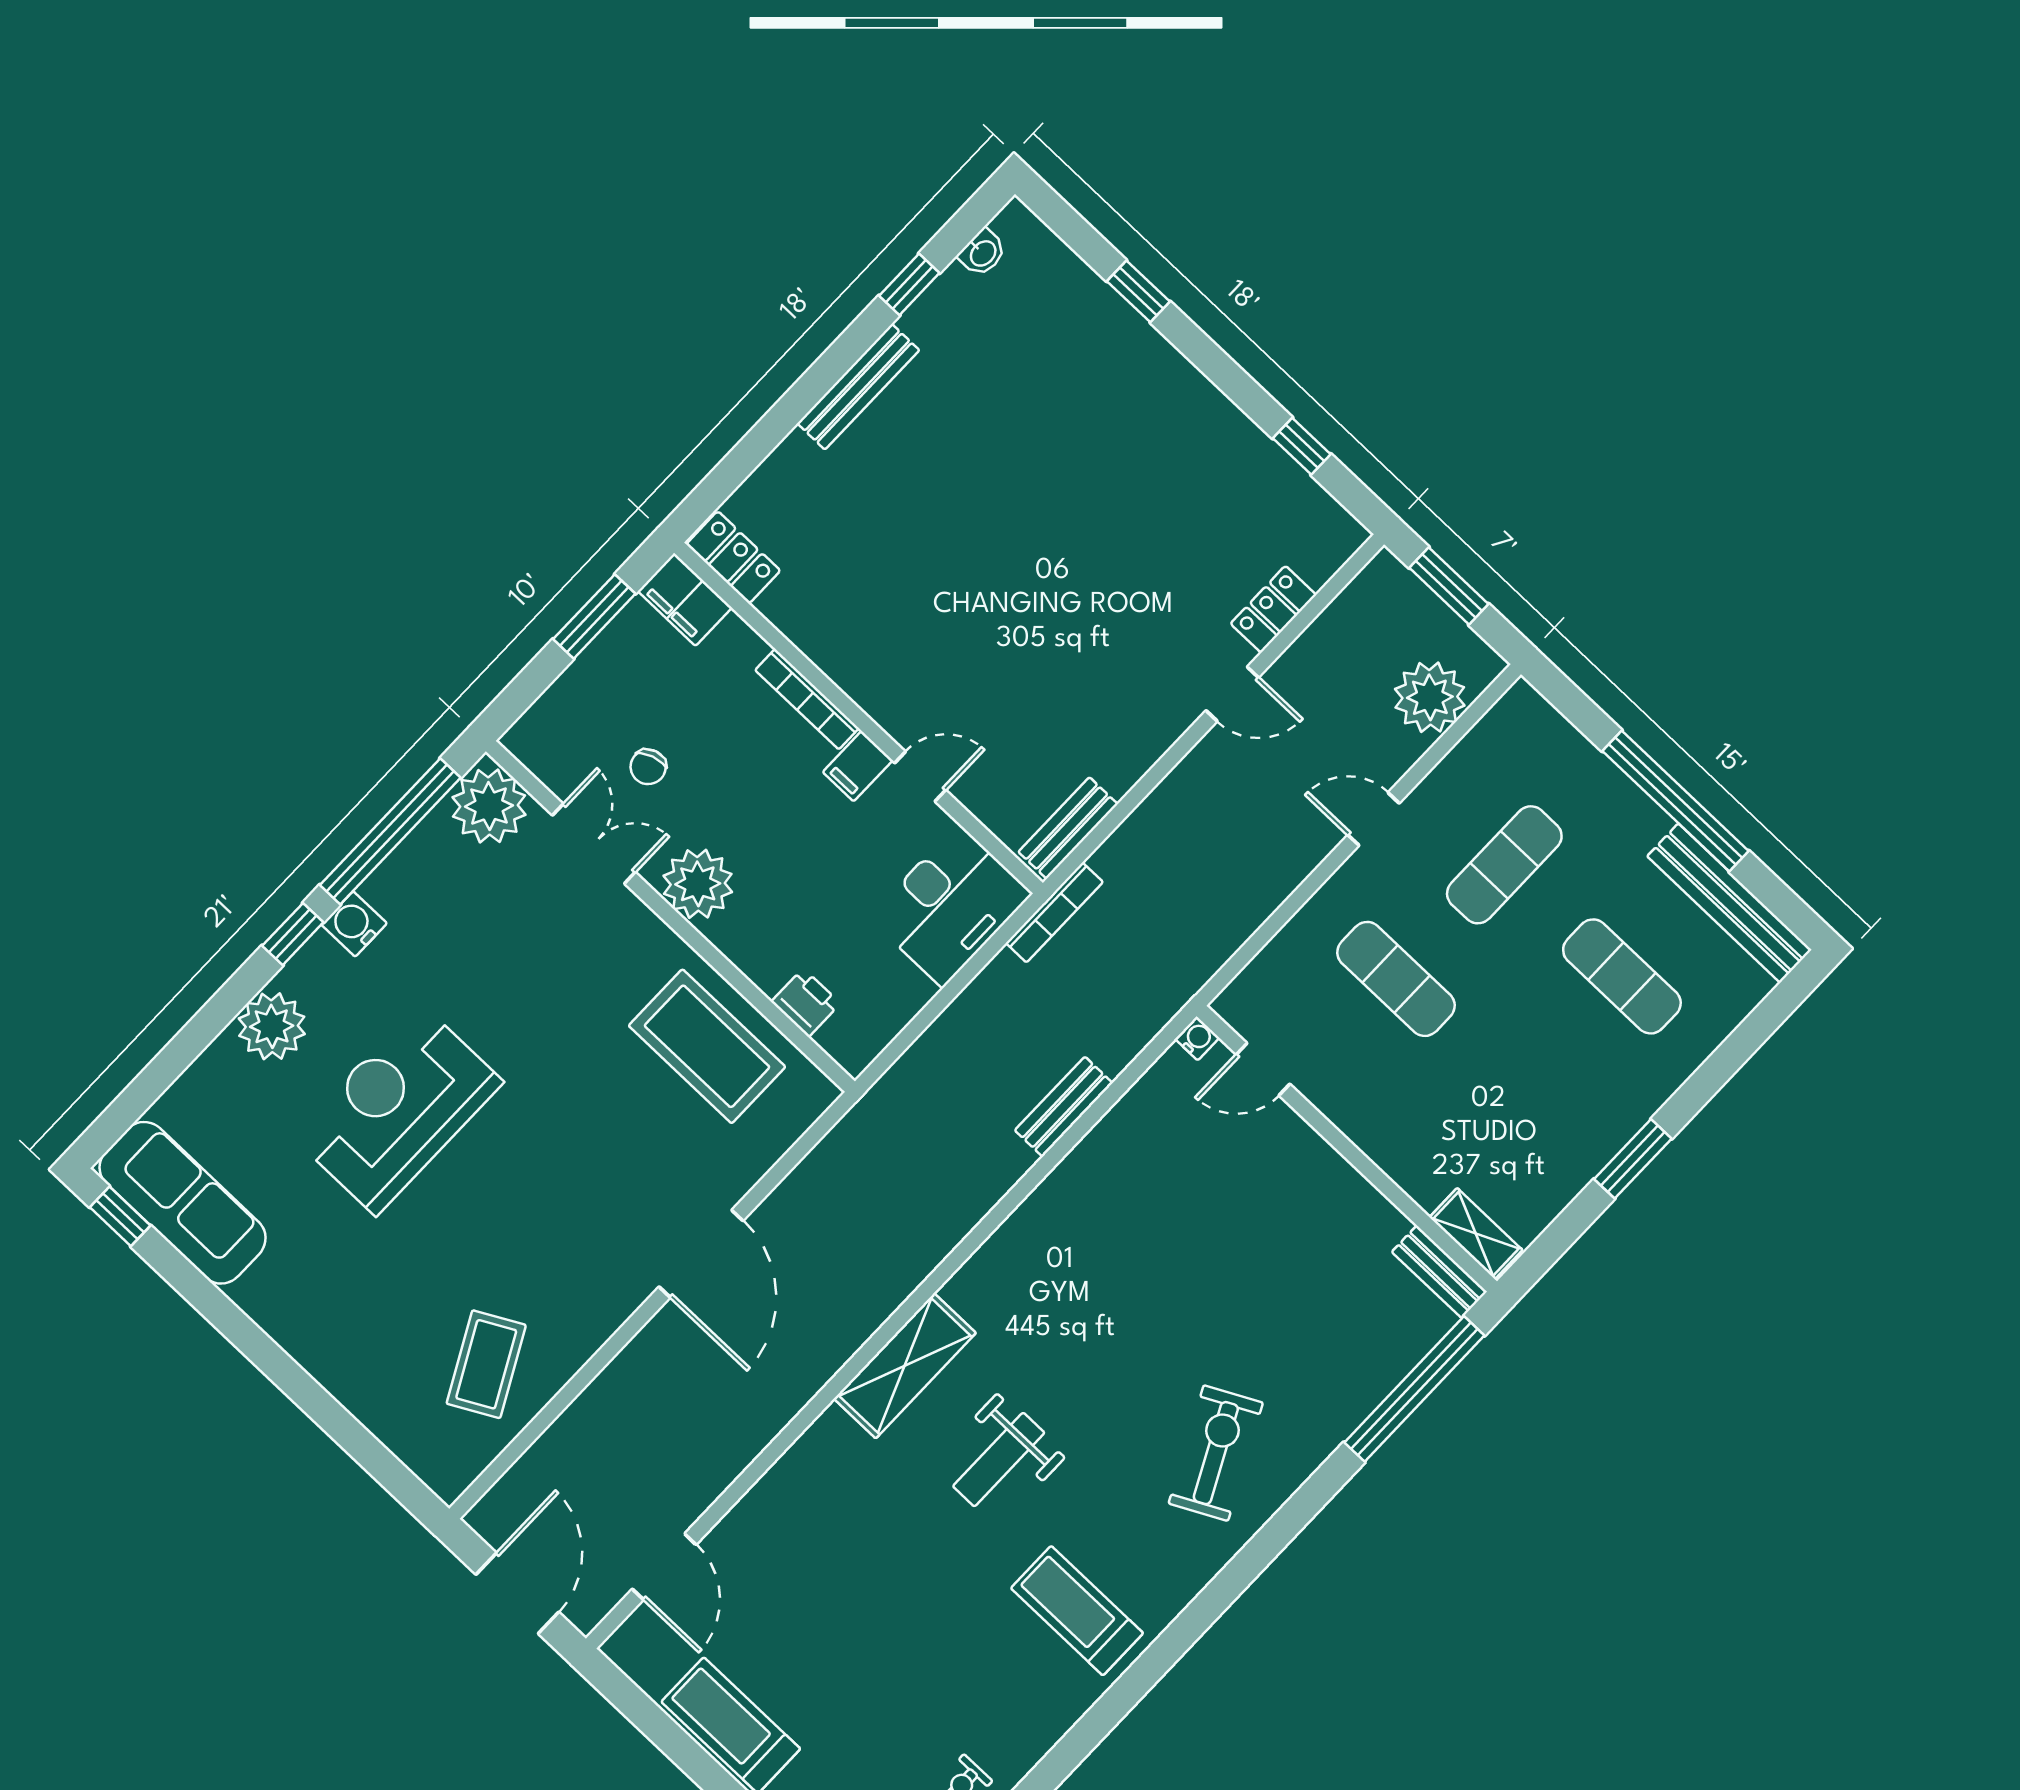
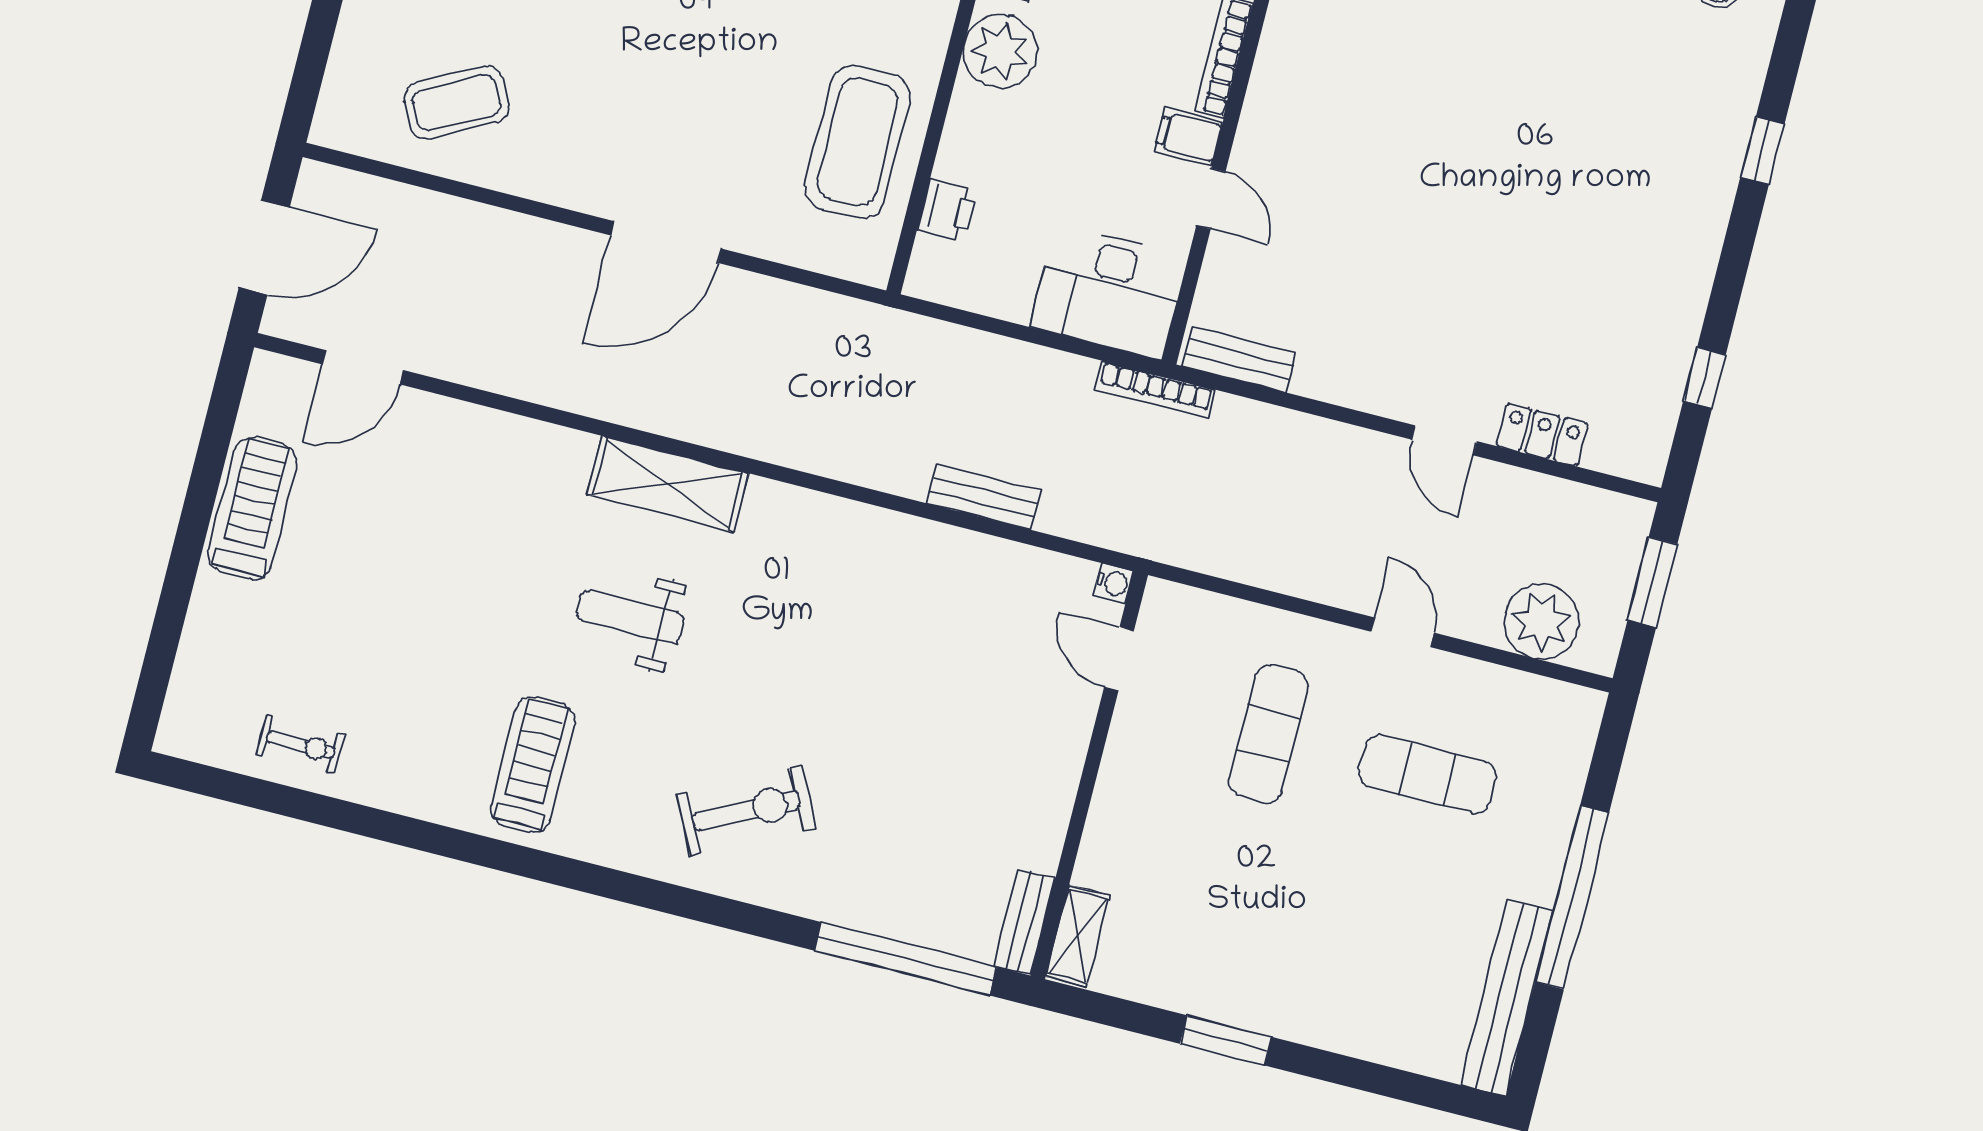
exercise mat: (1622, 976) -> (1386, 938), removed

